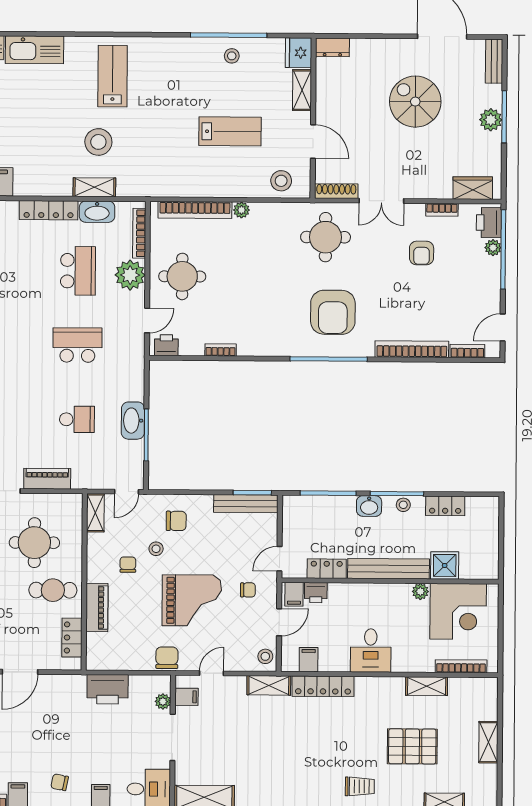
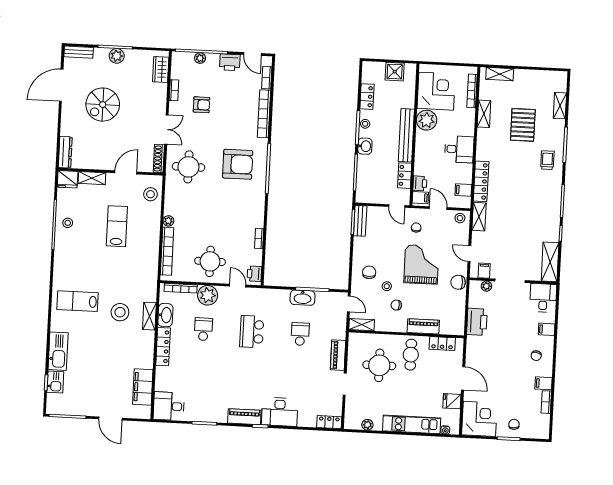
dresser: (332, 47) -> (65, 152), width x1.44
printer: (489, 223) -> (230, 62), moved
school desk: (78, 271) -> (203, 329), width x0.54
bench: (246, 504) -> (360, 221), width x0.73
shower: (445, 565) -> (395, 72), moved
plant: (420, 591) -> (427, 120), width x1.87, depth x1.87
shelving: (488, 742) -> (500, 74), moved

